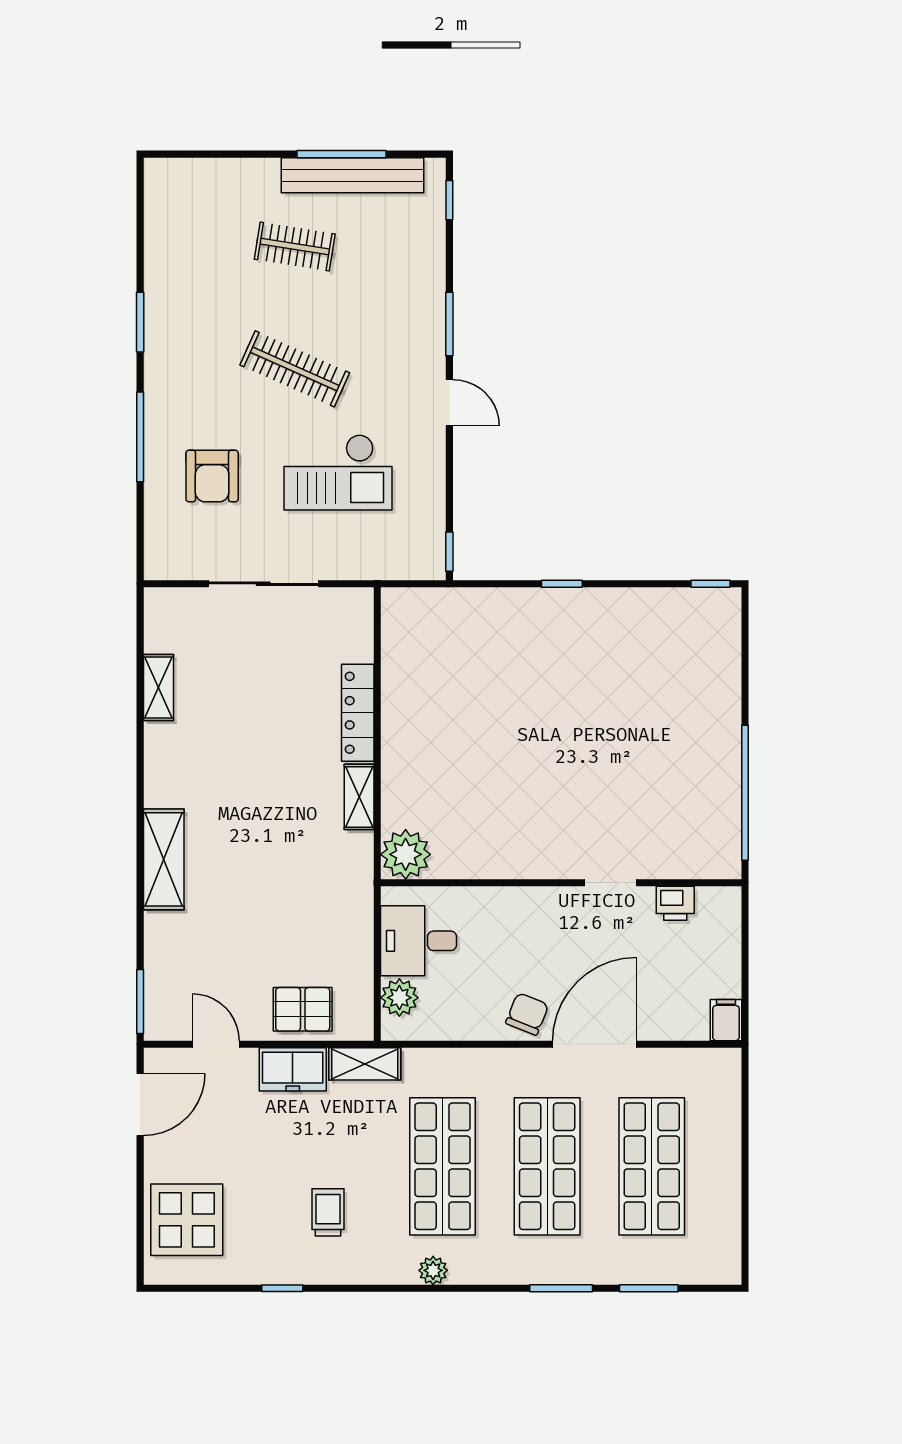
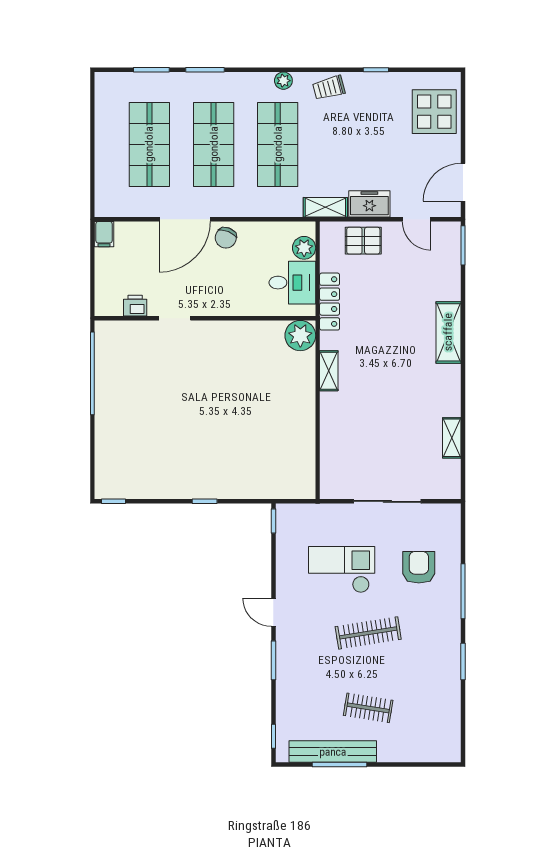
clothes rail: (295, 369) -> (368, 633), turned -33
locker: (358, 713) -> (330, 302), moved
trolley: (328, 1212) -> (329, 88), moved, turned 75

